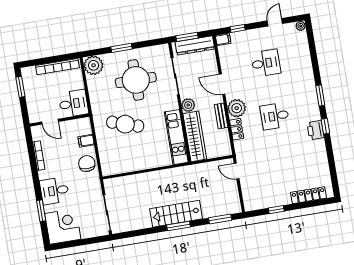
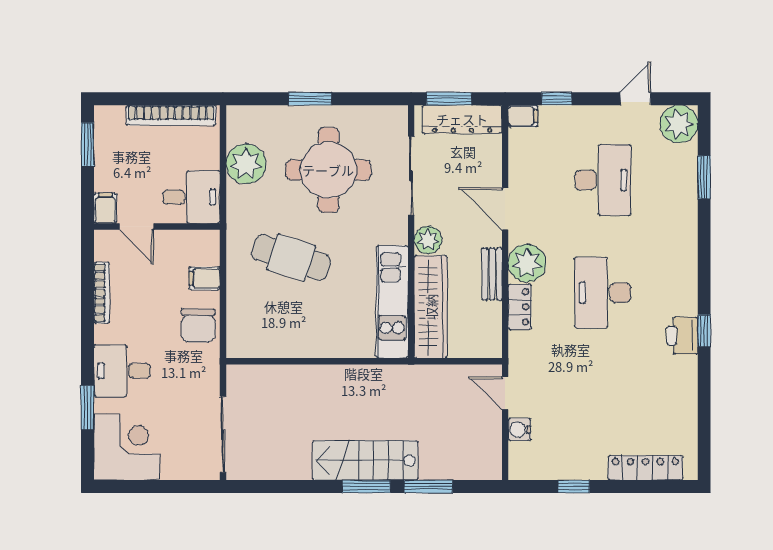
plant: (301, 26) -> (679, 124), width x1.87, depth x1.87
desk: (266, 63) -> (603, 180), width x1.37
plant: (94, 65) -> (246, 164), moved
window: (320, 95) -> (704, 177), moved
filing cabinet: (34, 116) -> (105, 208), added
desk: (275, 116) -> (603, 293), width x1.37
chair: (87, 163) -> (198, 326), turned 180
water cooler: (246, 187) -> (519, 429), added
window: (220, 219) -> (428, 487), moved

